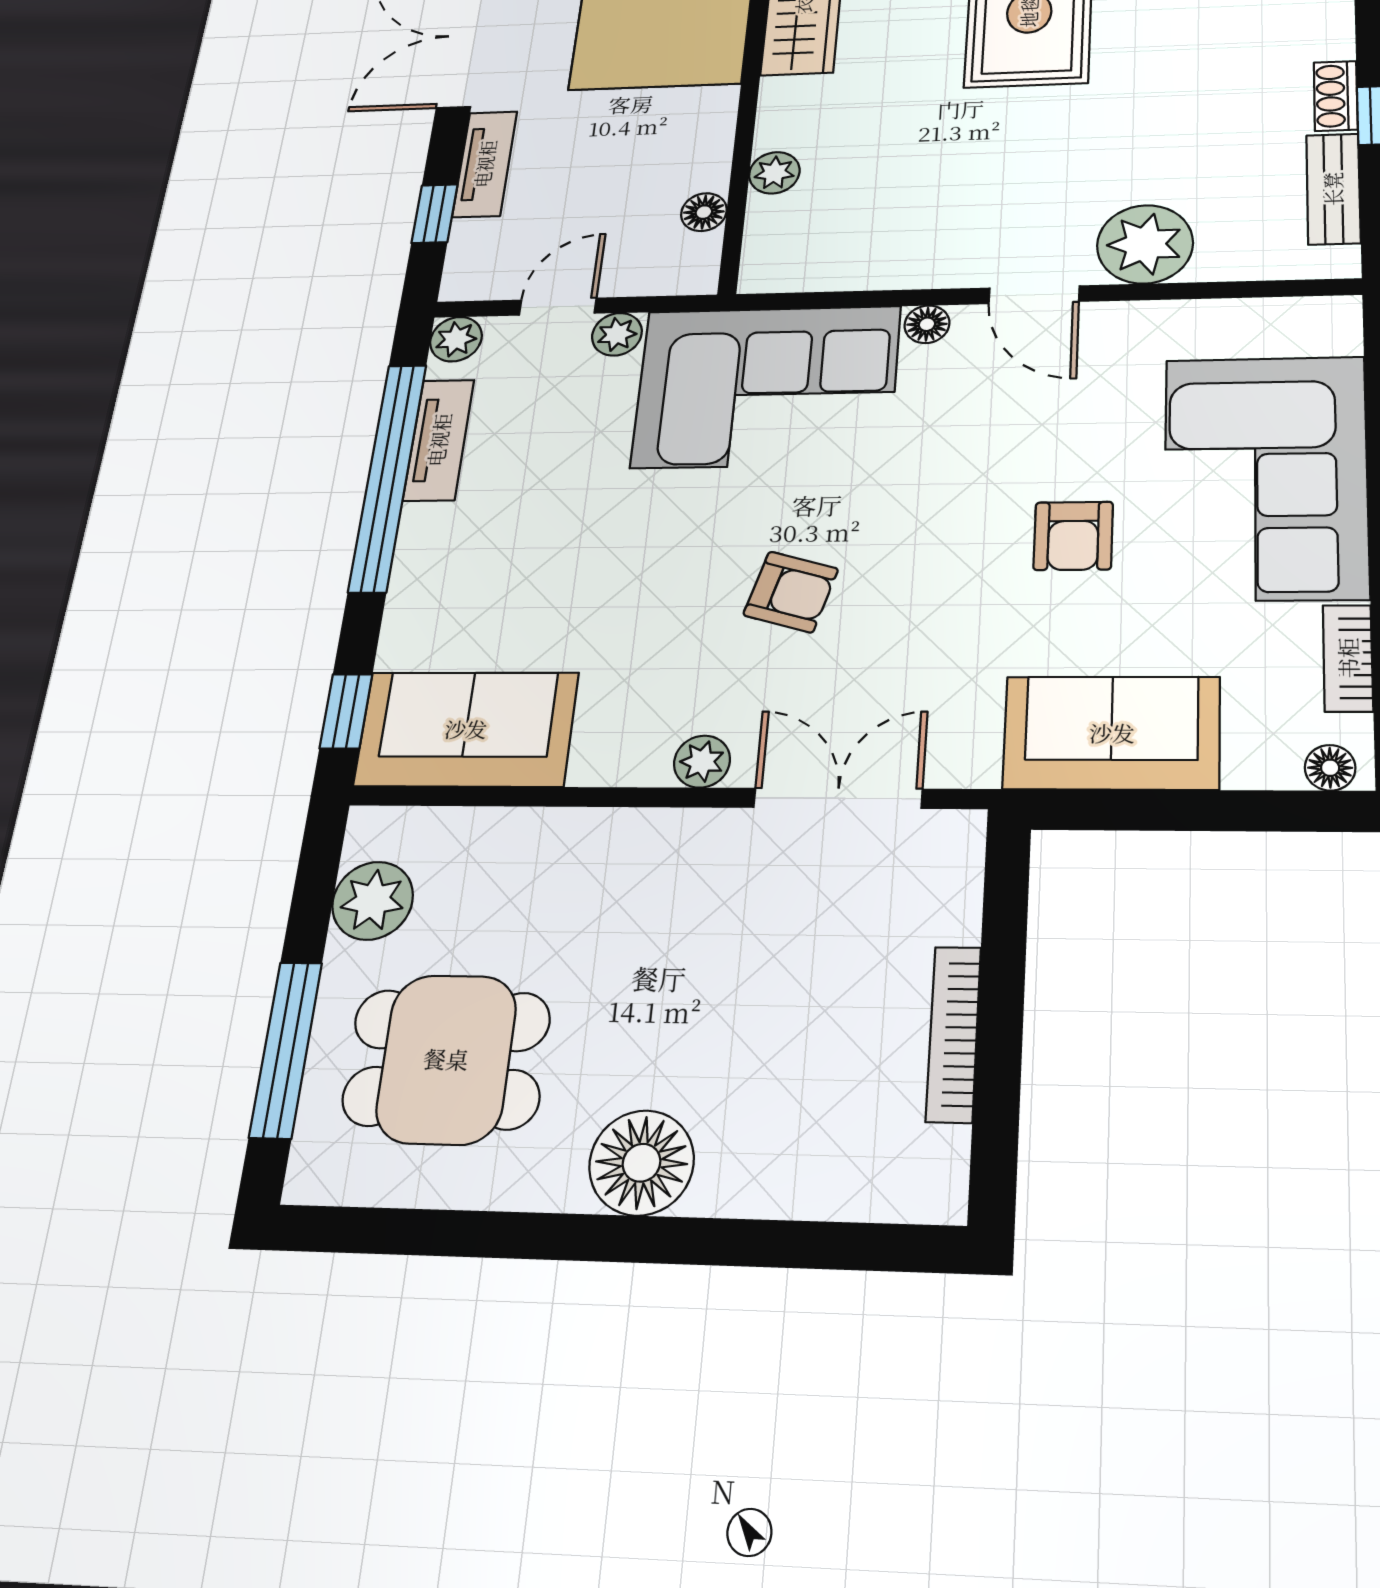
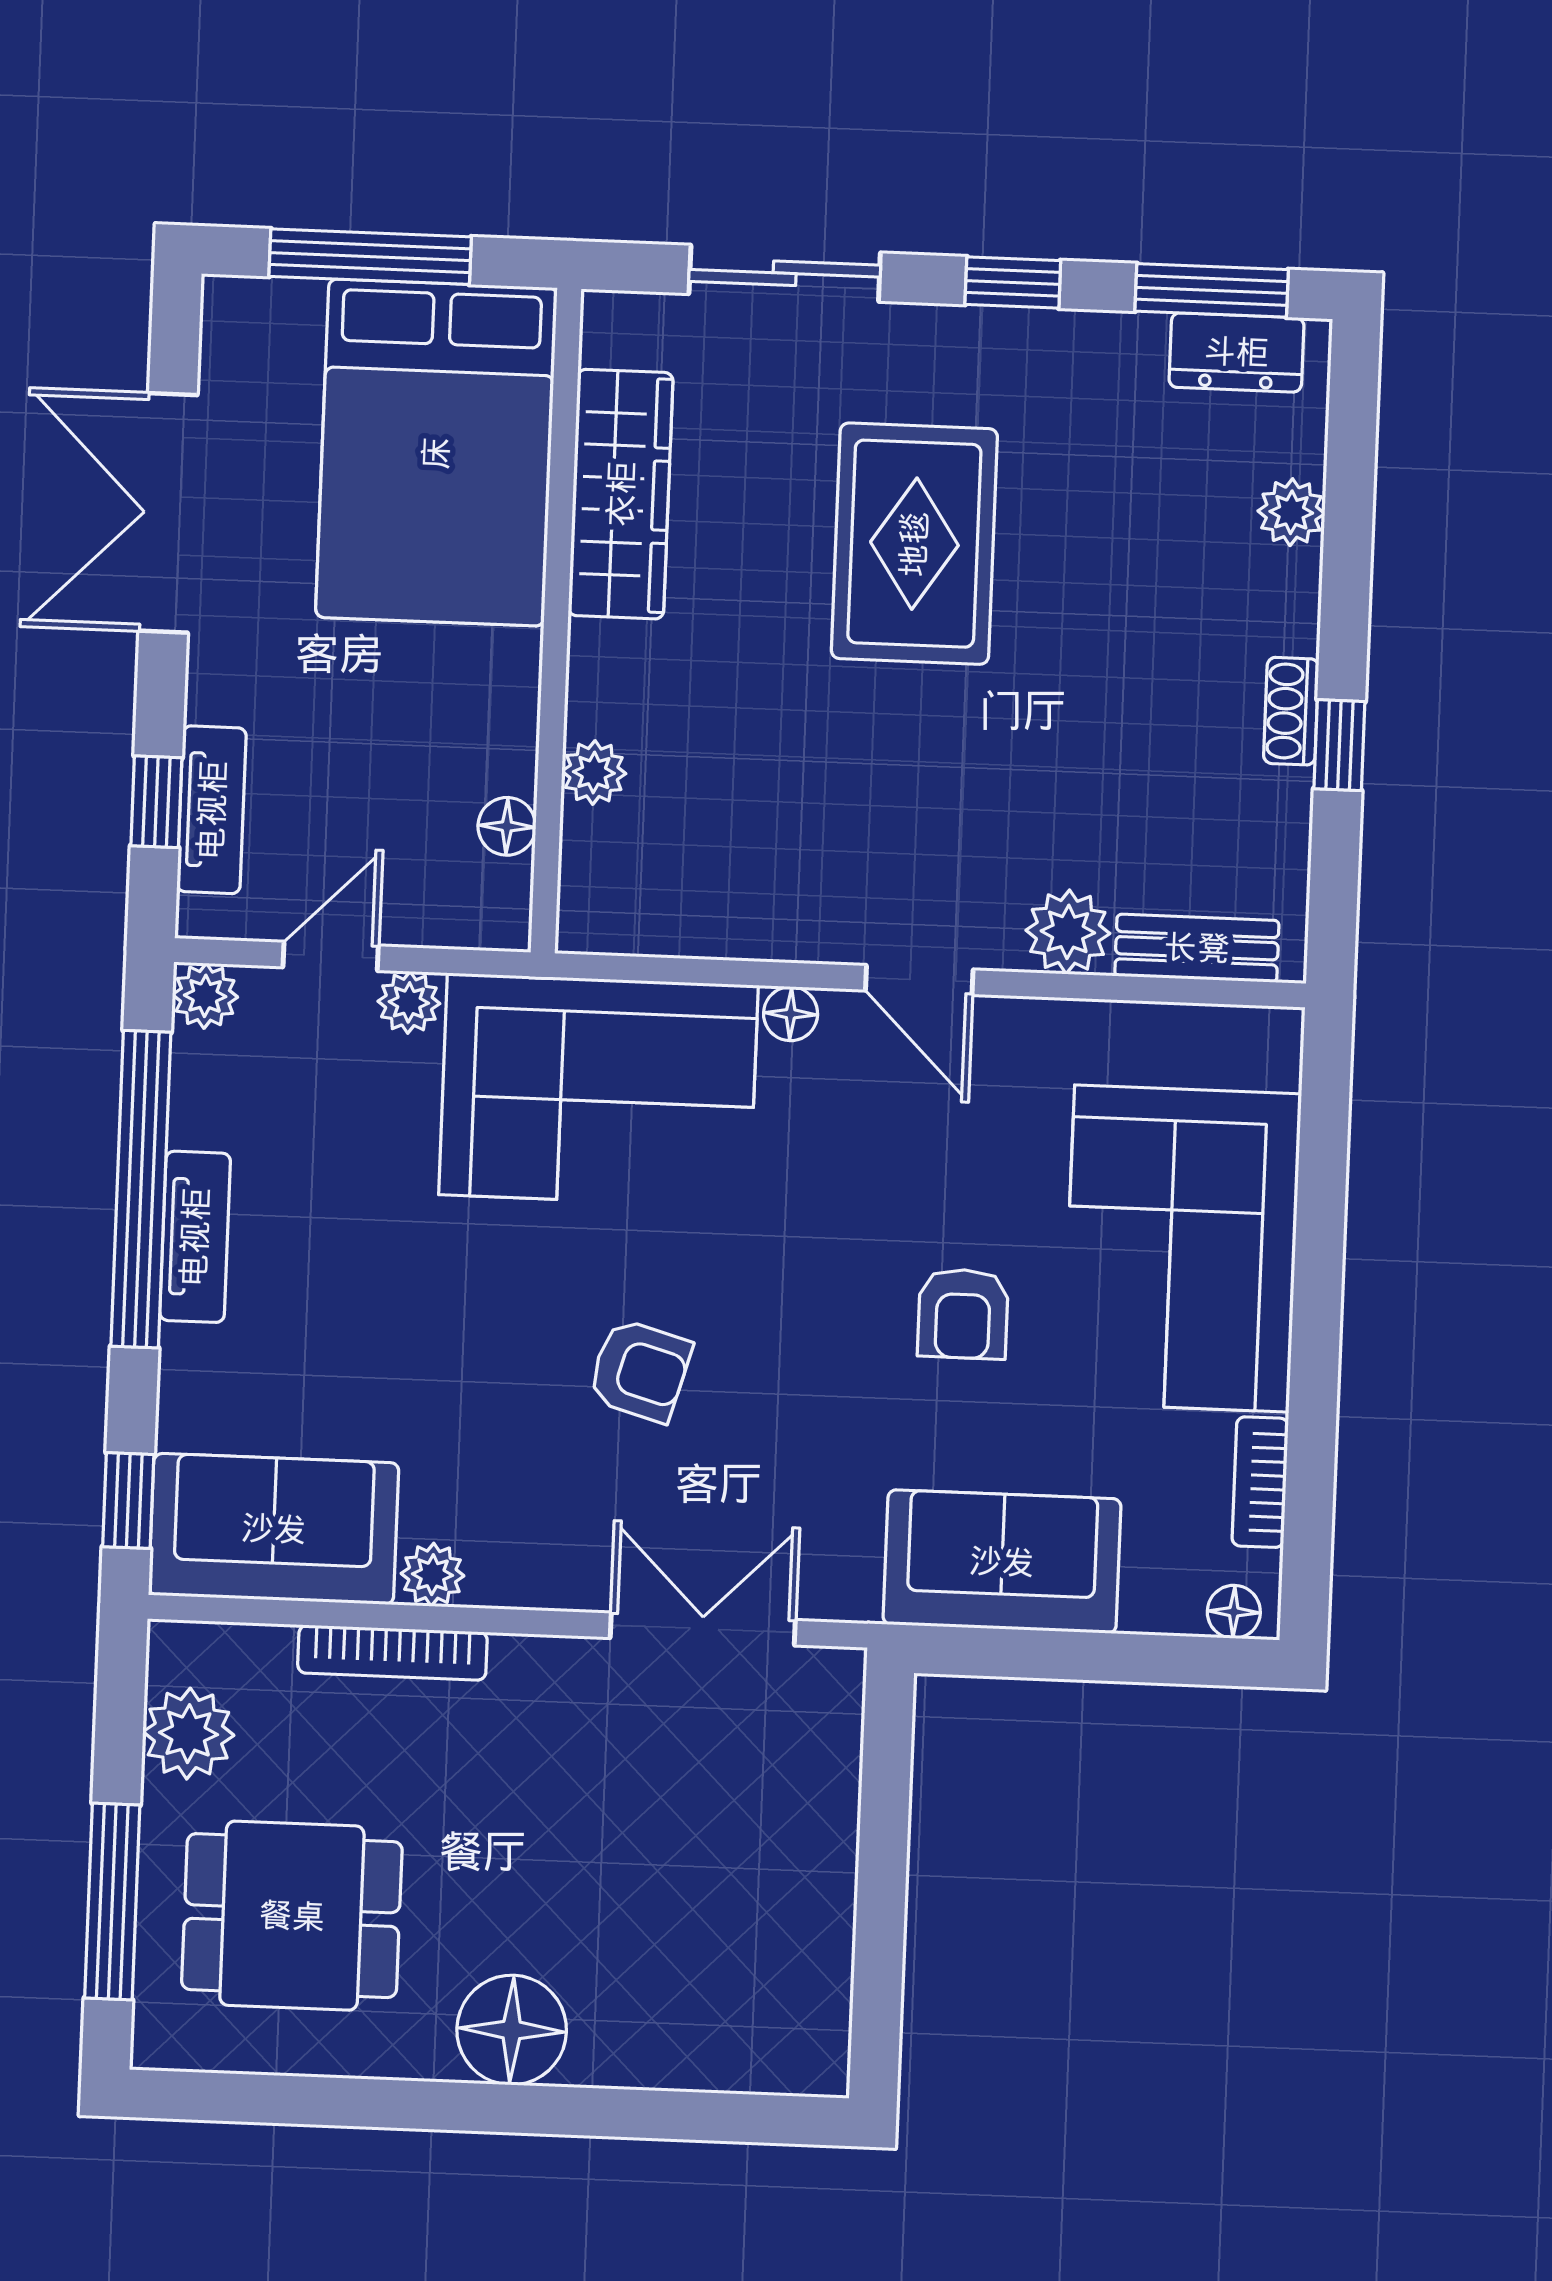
tv unit: (485, 164) -> (212, 810), moved
bench: (1333, 189) -> (1197, 948), moved, turned 90
plant: (1145, 244) -> (1068, 932), width x0.73, depth x0.73
tv unit: (439, 440) -> (195, 1237), moved
plant: (702, 762) -> (433, 1575), moved
bookcase: (954, 1034) -> (392, 1653), moved, turned -90

